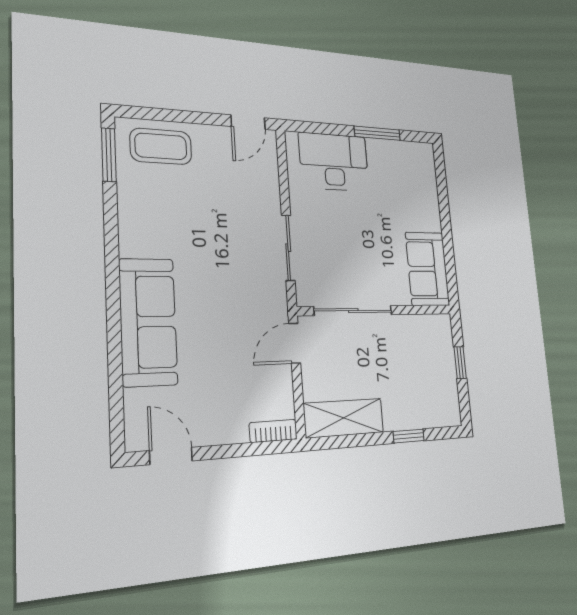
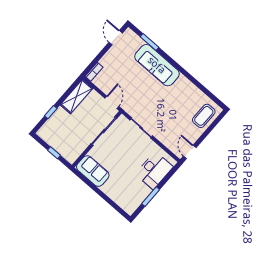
window: (109, 155) -> (150, 42), moved
door: (171, 456) -> (116, 38), swing flipped

